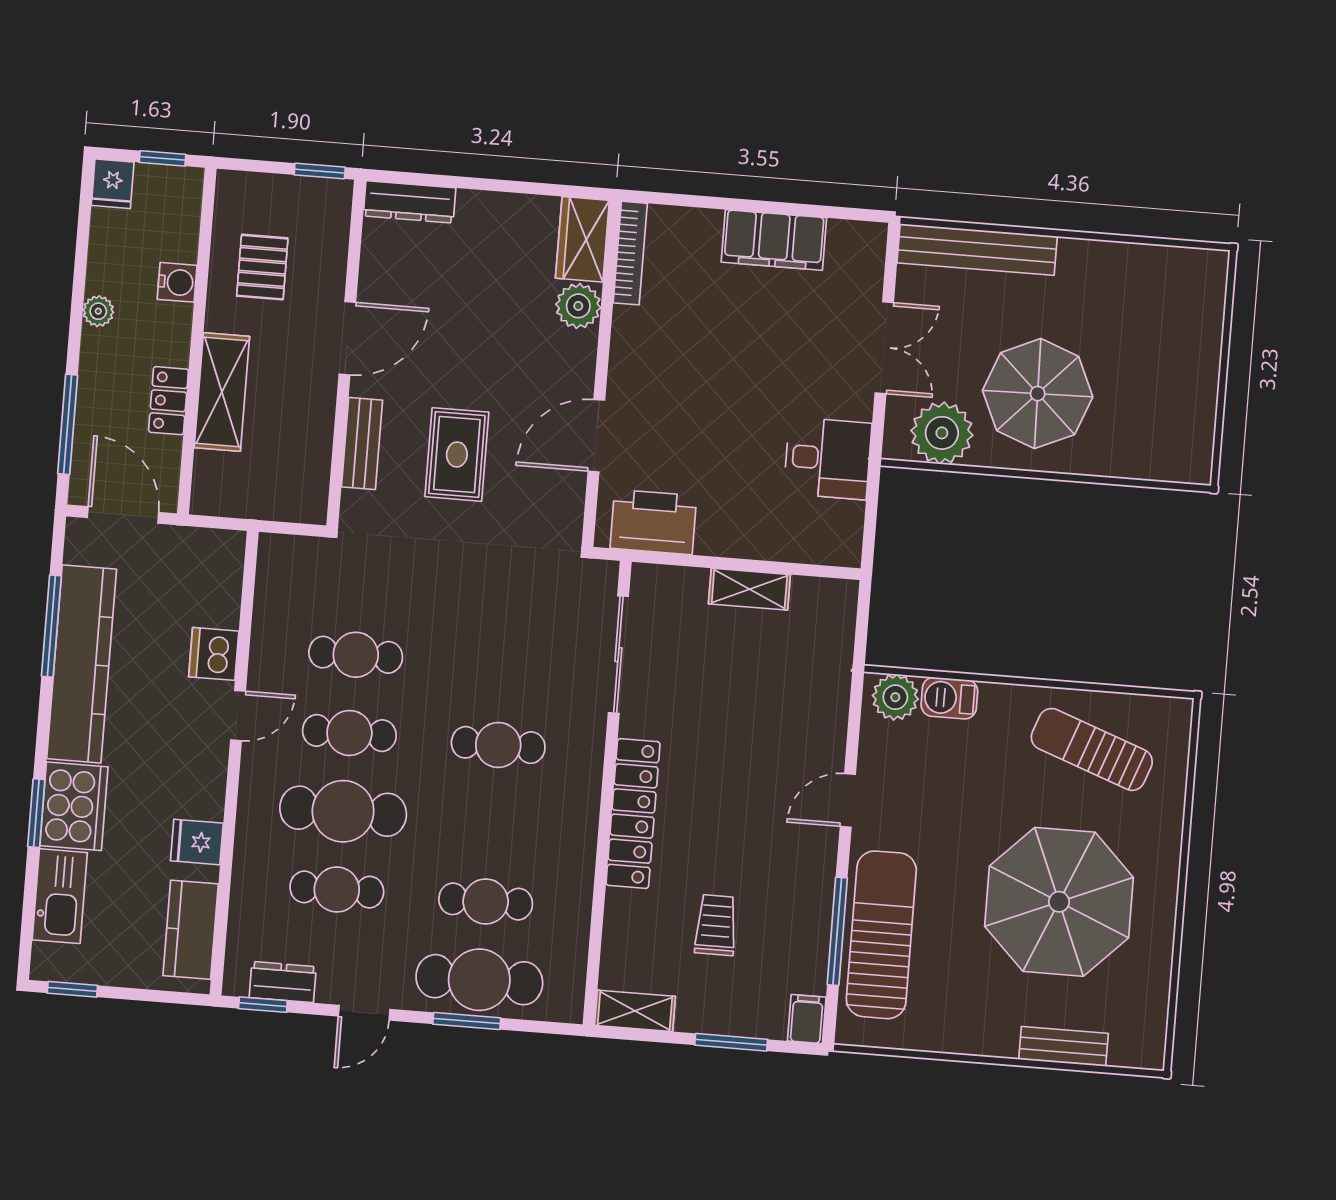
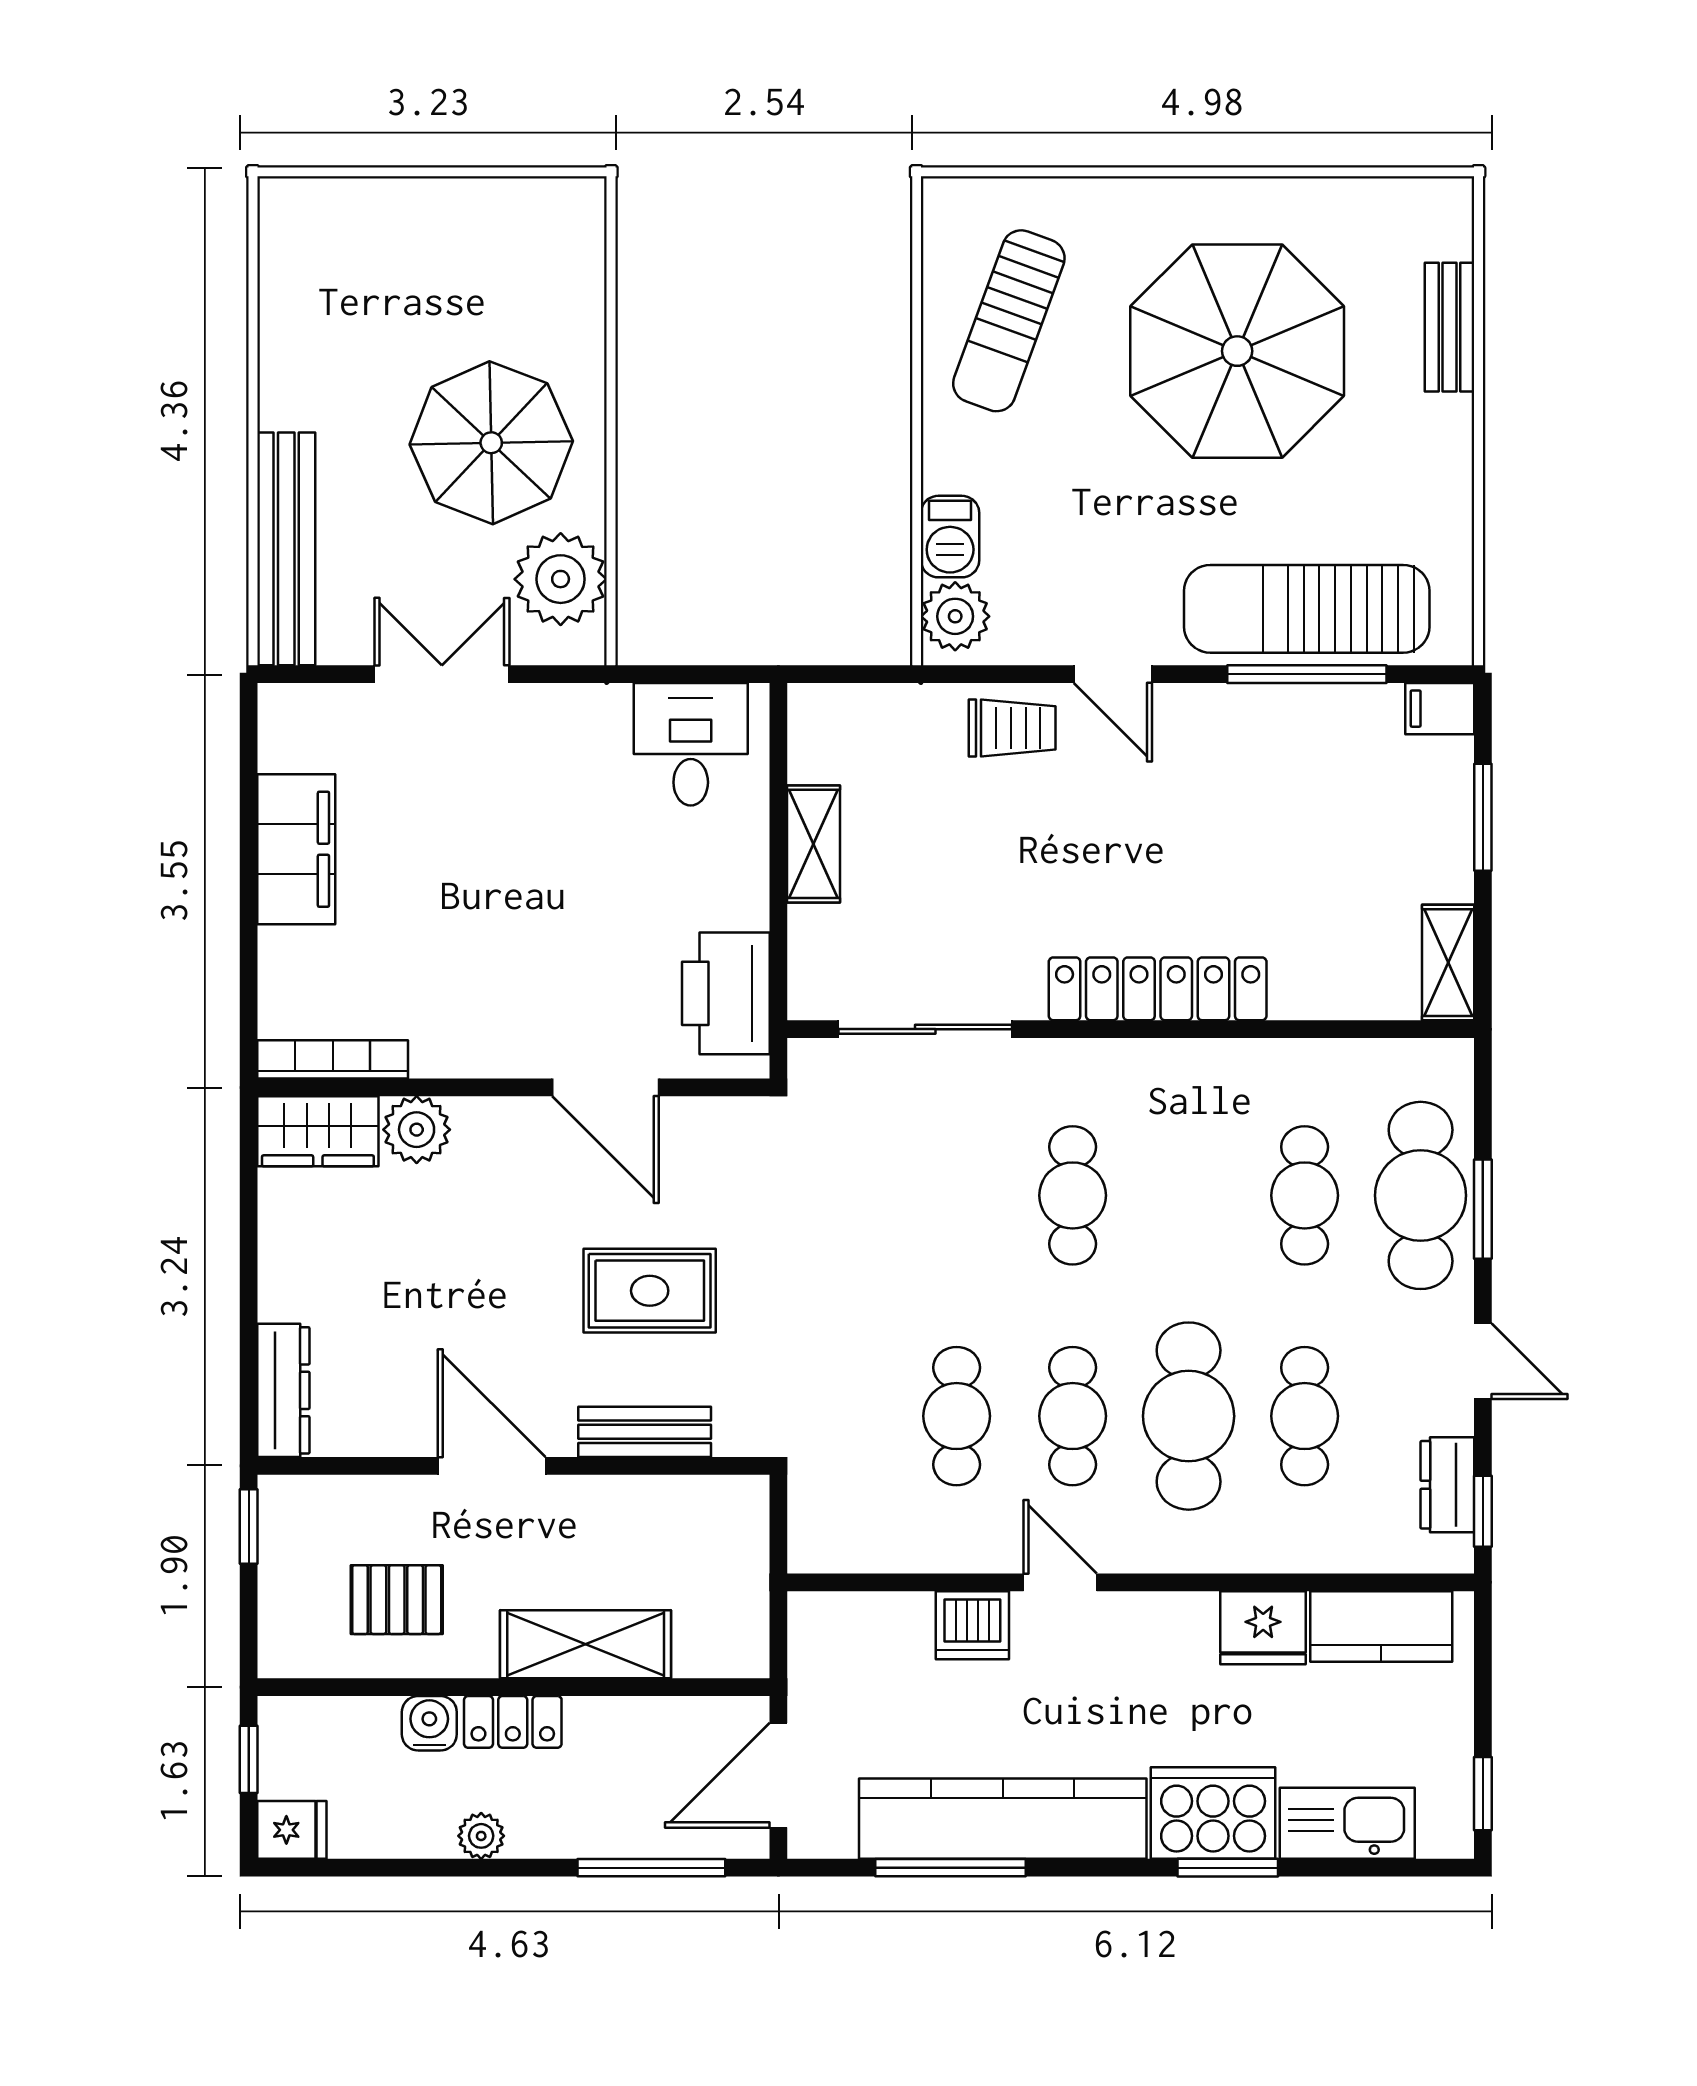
locker: (168, 401) -> (513, 1722), moved
desk: (828, 458) -> (691, 744), moved
fridge: (197, 842) -> (1263, 1628), width x1.38
trolley: (716, 925) -> (1012, 728), moved, turned 180

